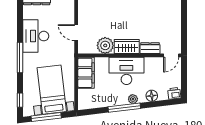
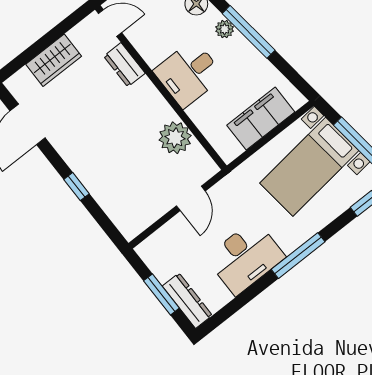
wardrobe: (127, 47) -> (54, 60), moved, turned -90
desk: (126, 71) -> (189, 74), width x0.73
filing cabinet: (86, 73) -> (261, 119), moved

